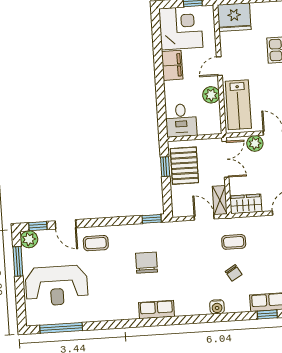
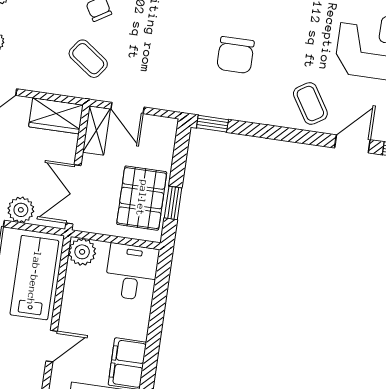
plant: (211, 95) -> (82, 252), moved
door: (66, 224) -> (352, 144), hinge flipped
coffee table: (234, 242) -> (88, 59), turned 36
coffee table: (96, 243) -> (310, 104), turned 58

